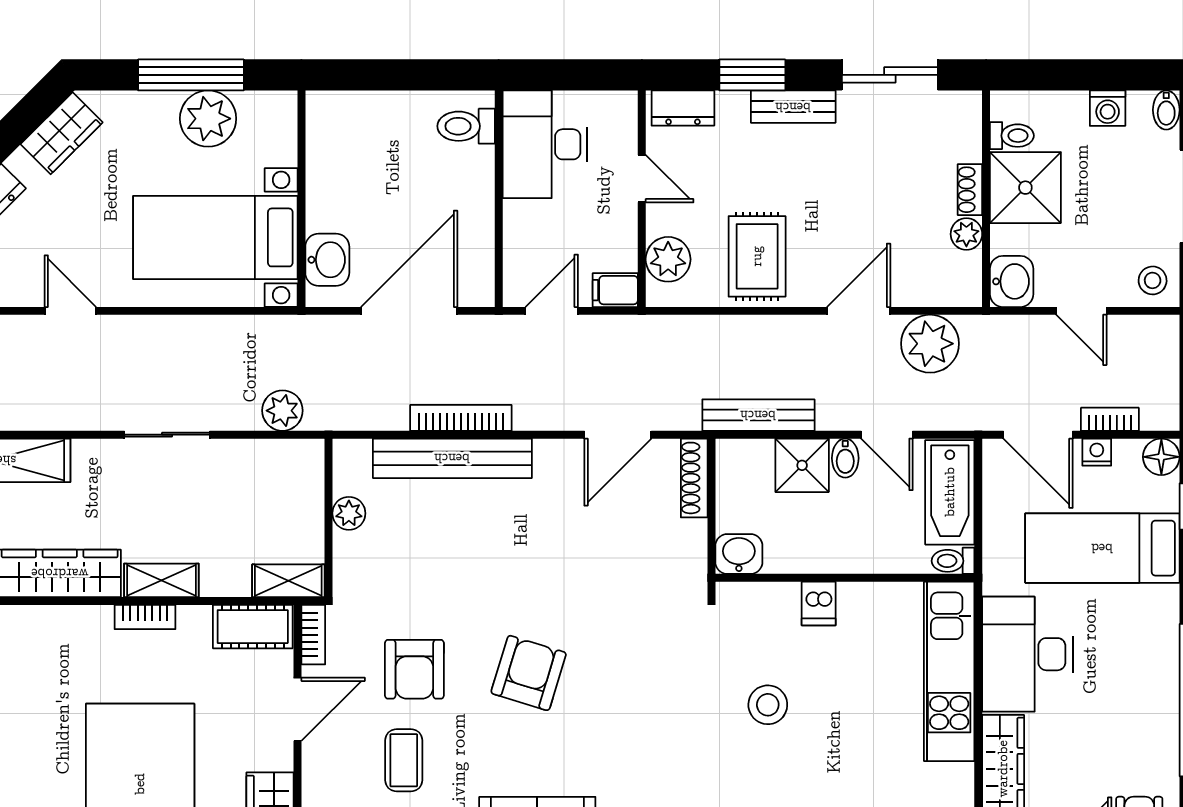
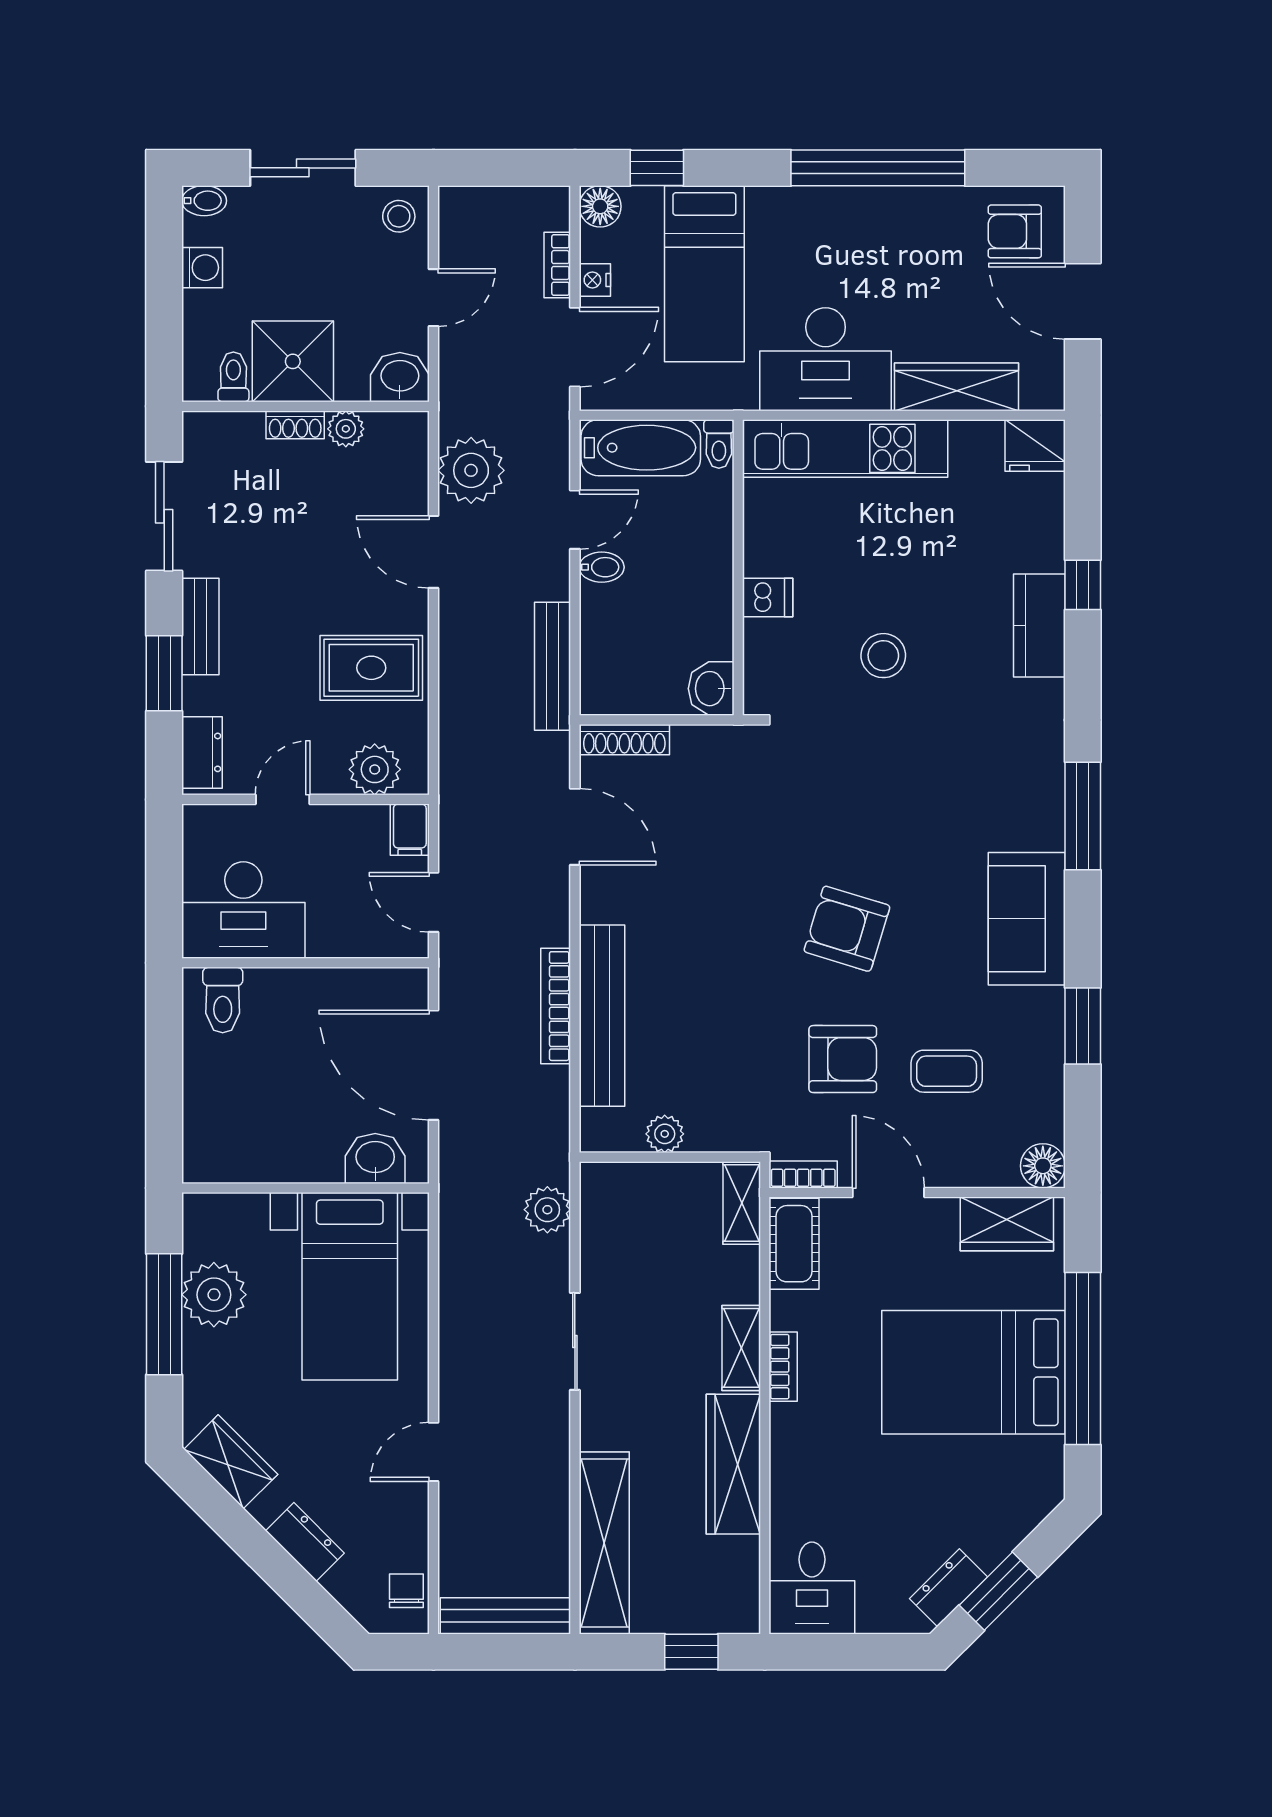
shower: (802, 465) -> (610, 616), removed

